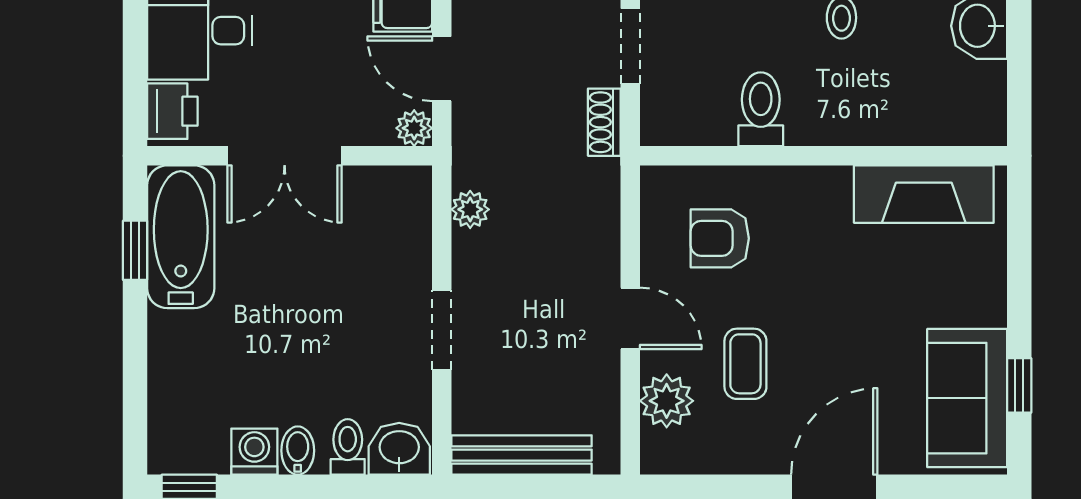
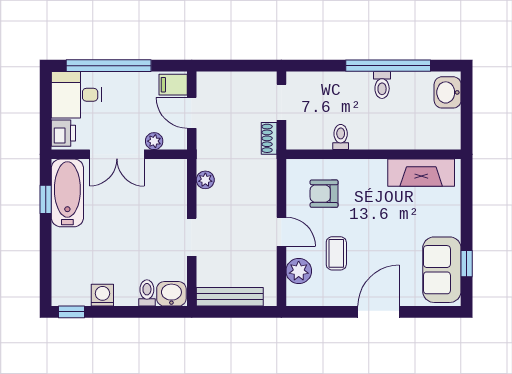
toilet: (761, 109) -> (341, 137), width x0.73, depth x0.72
plant: (414, 128) -> (154, 141), moved
bidet: (298, 451) -> (123, 295), removed

